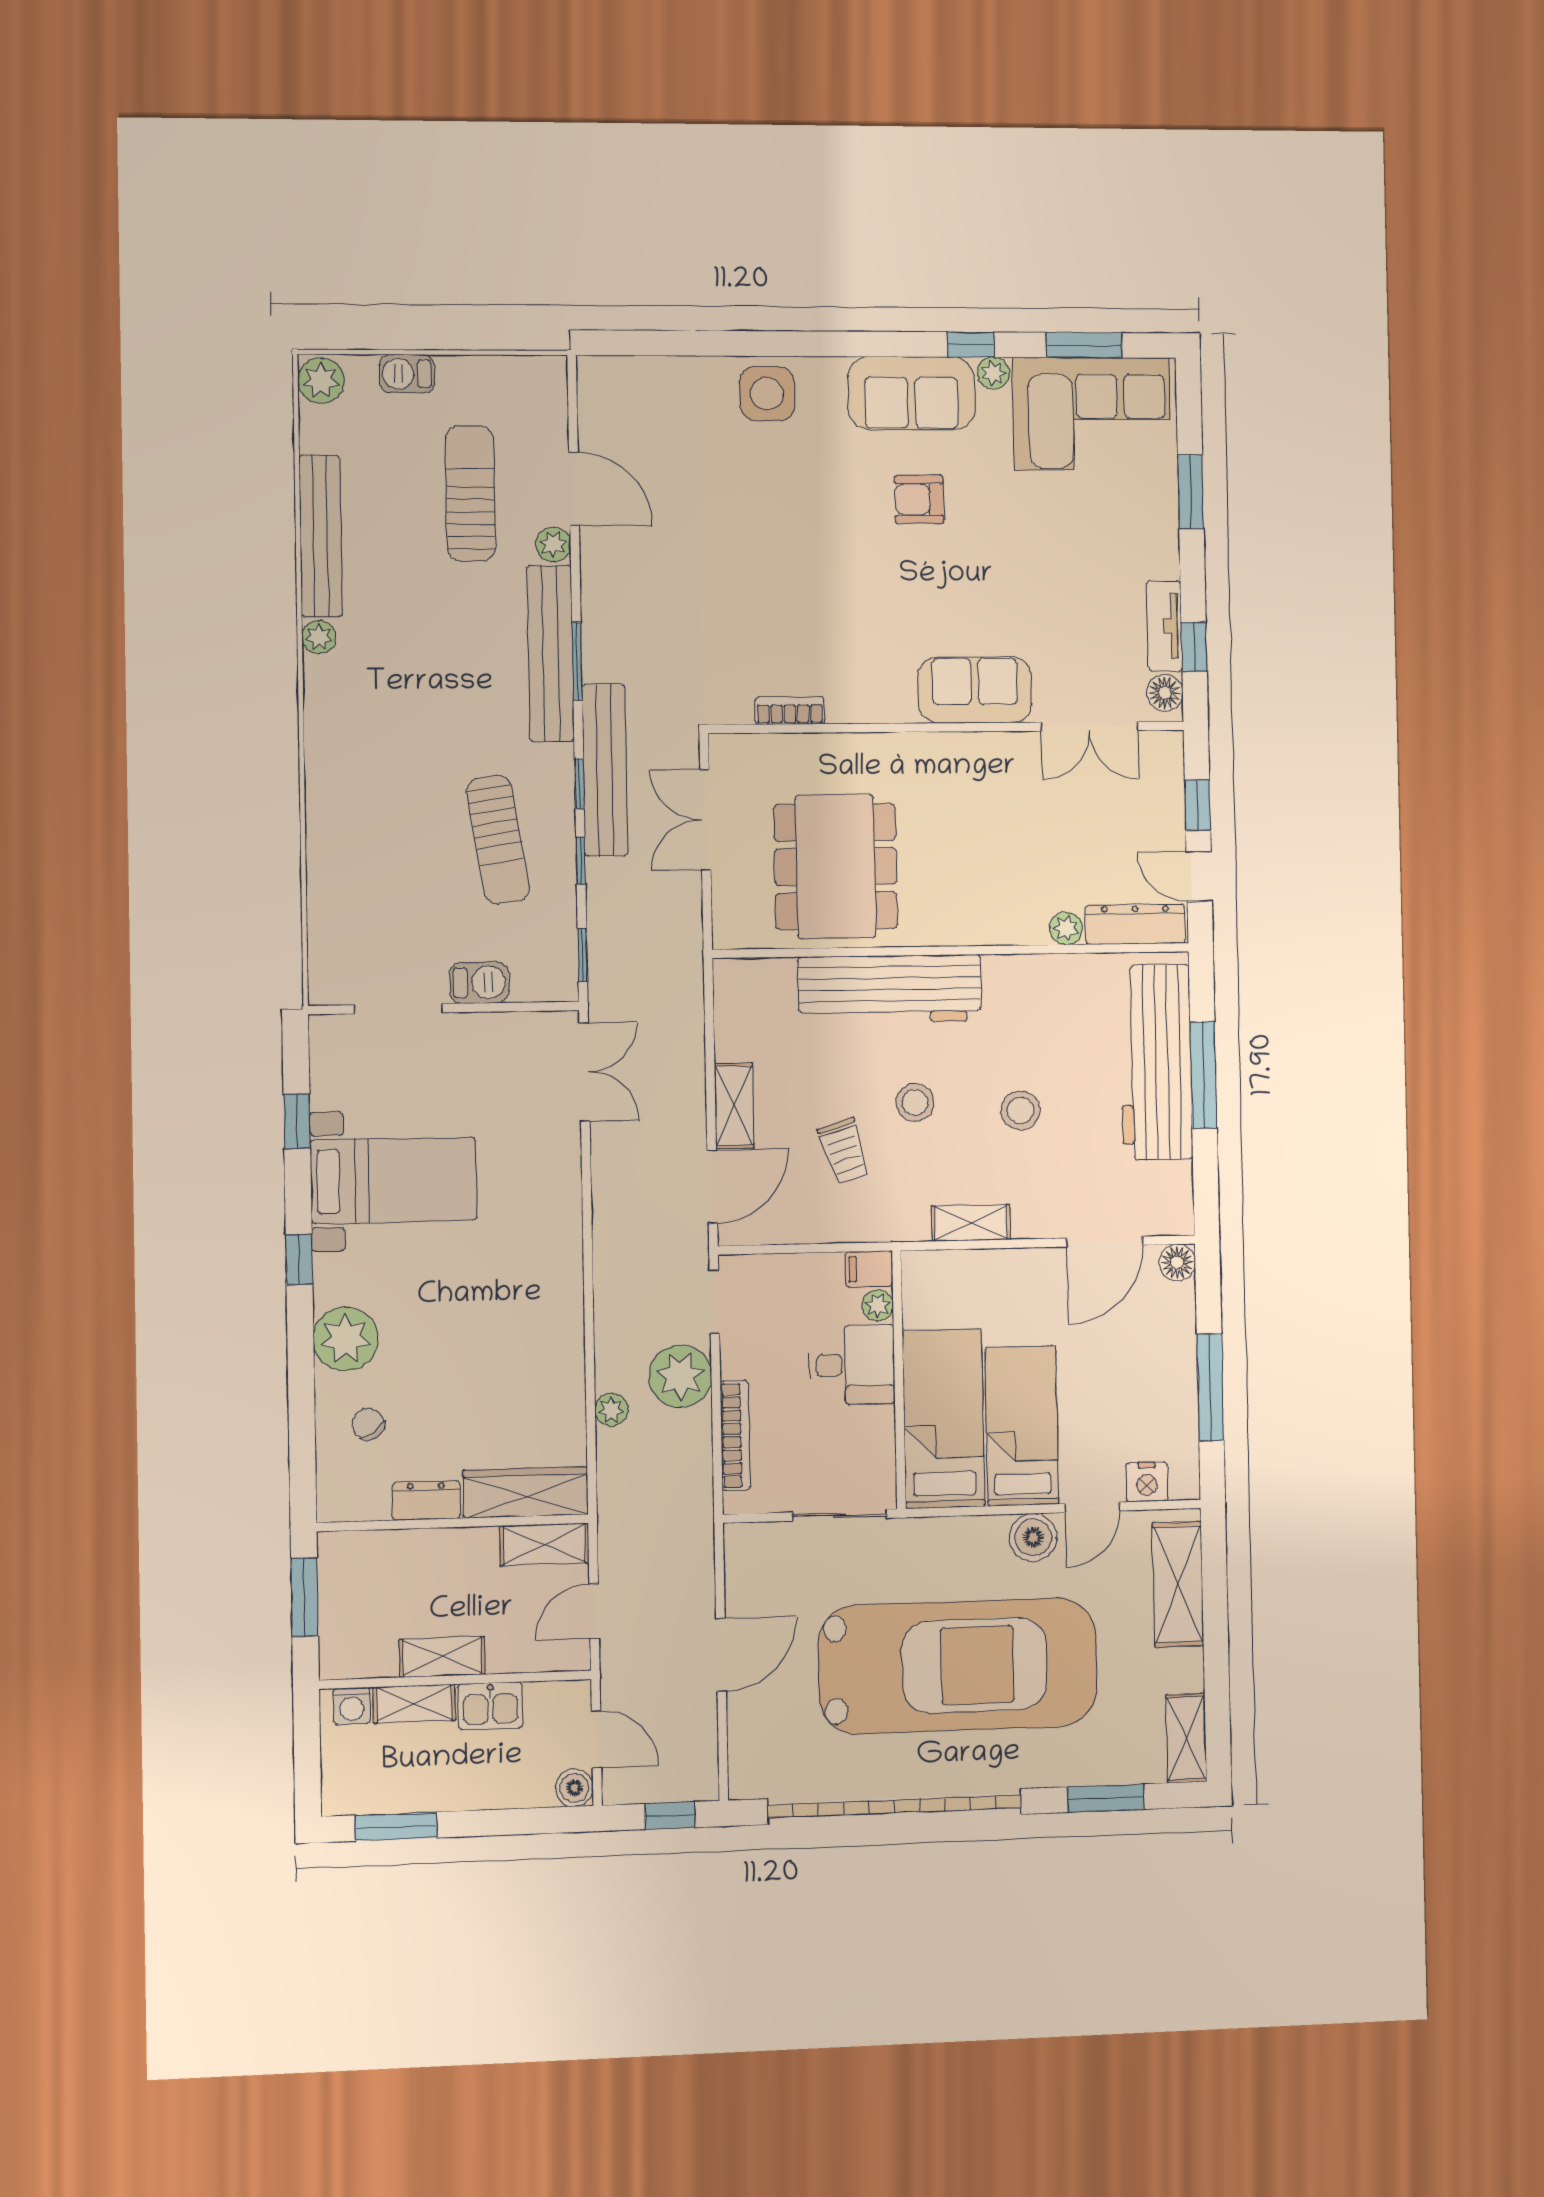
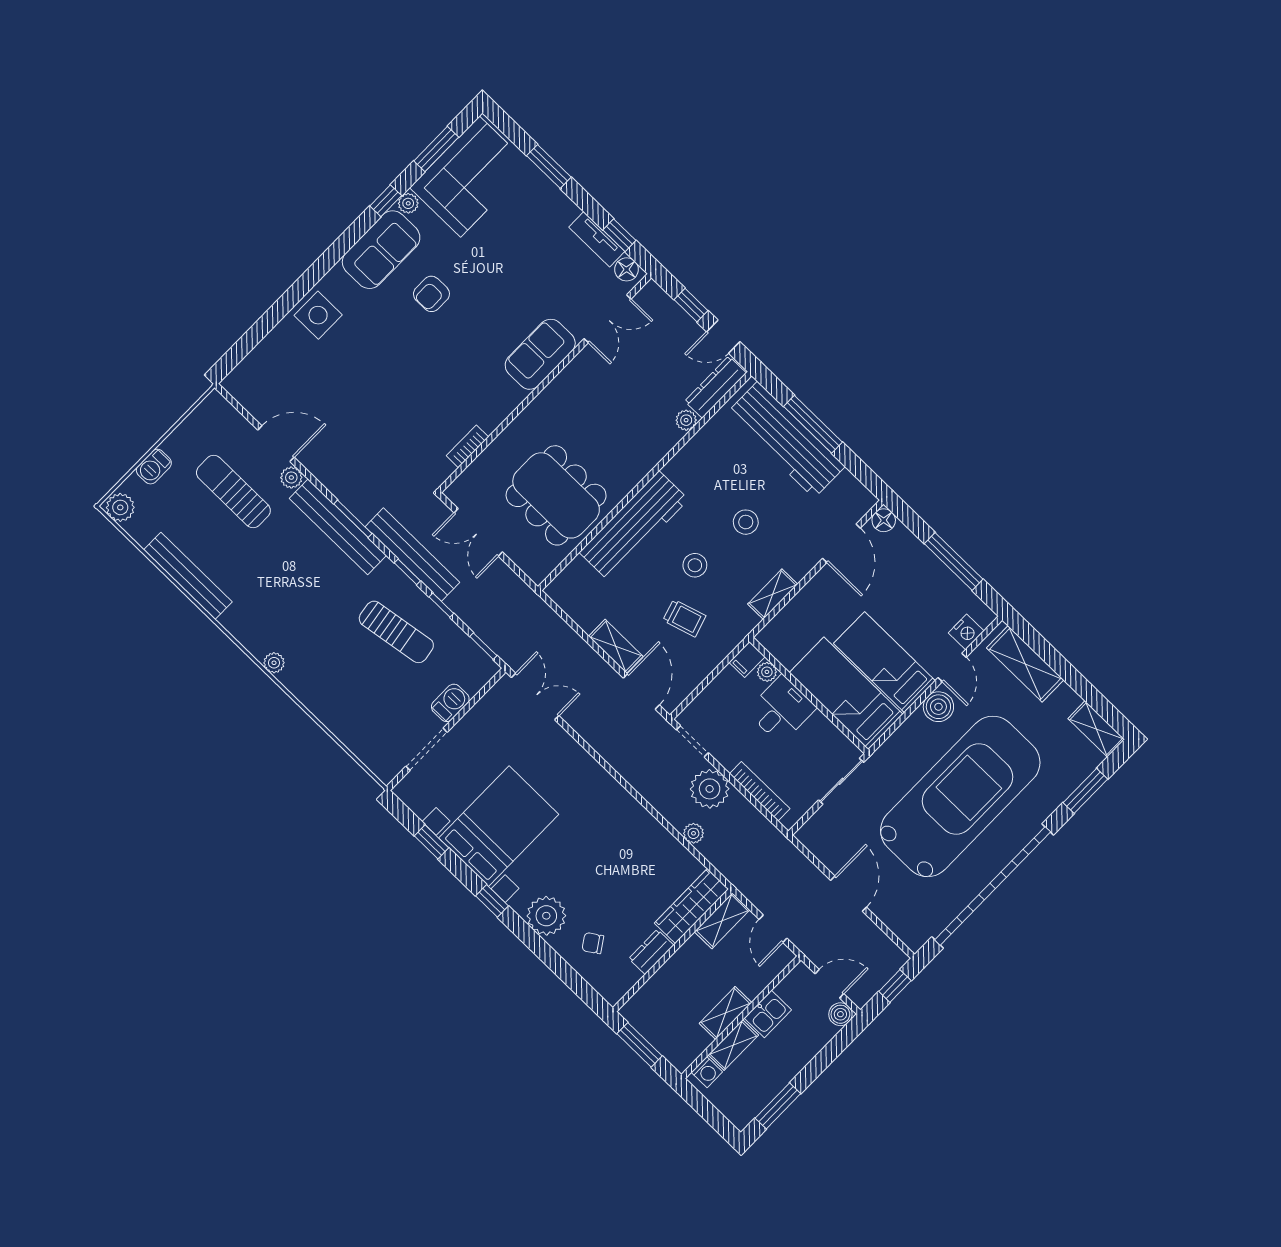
plant: (319, 637) -> (274, 663), moved
bed with nightstands: (394, 1180) -> (499, 826), width x1.36

